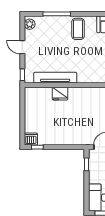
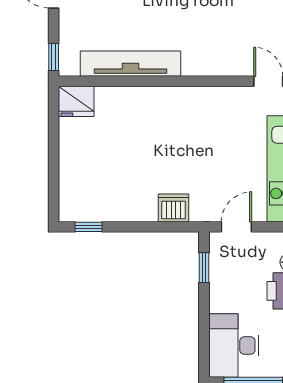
fridge: (60, 94) -> (76, 101), moved
dishwasher: (31, 139) -> (174, 208), moved

